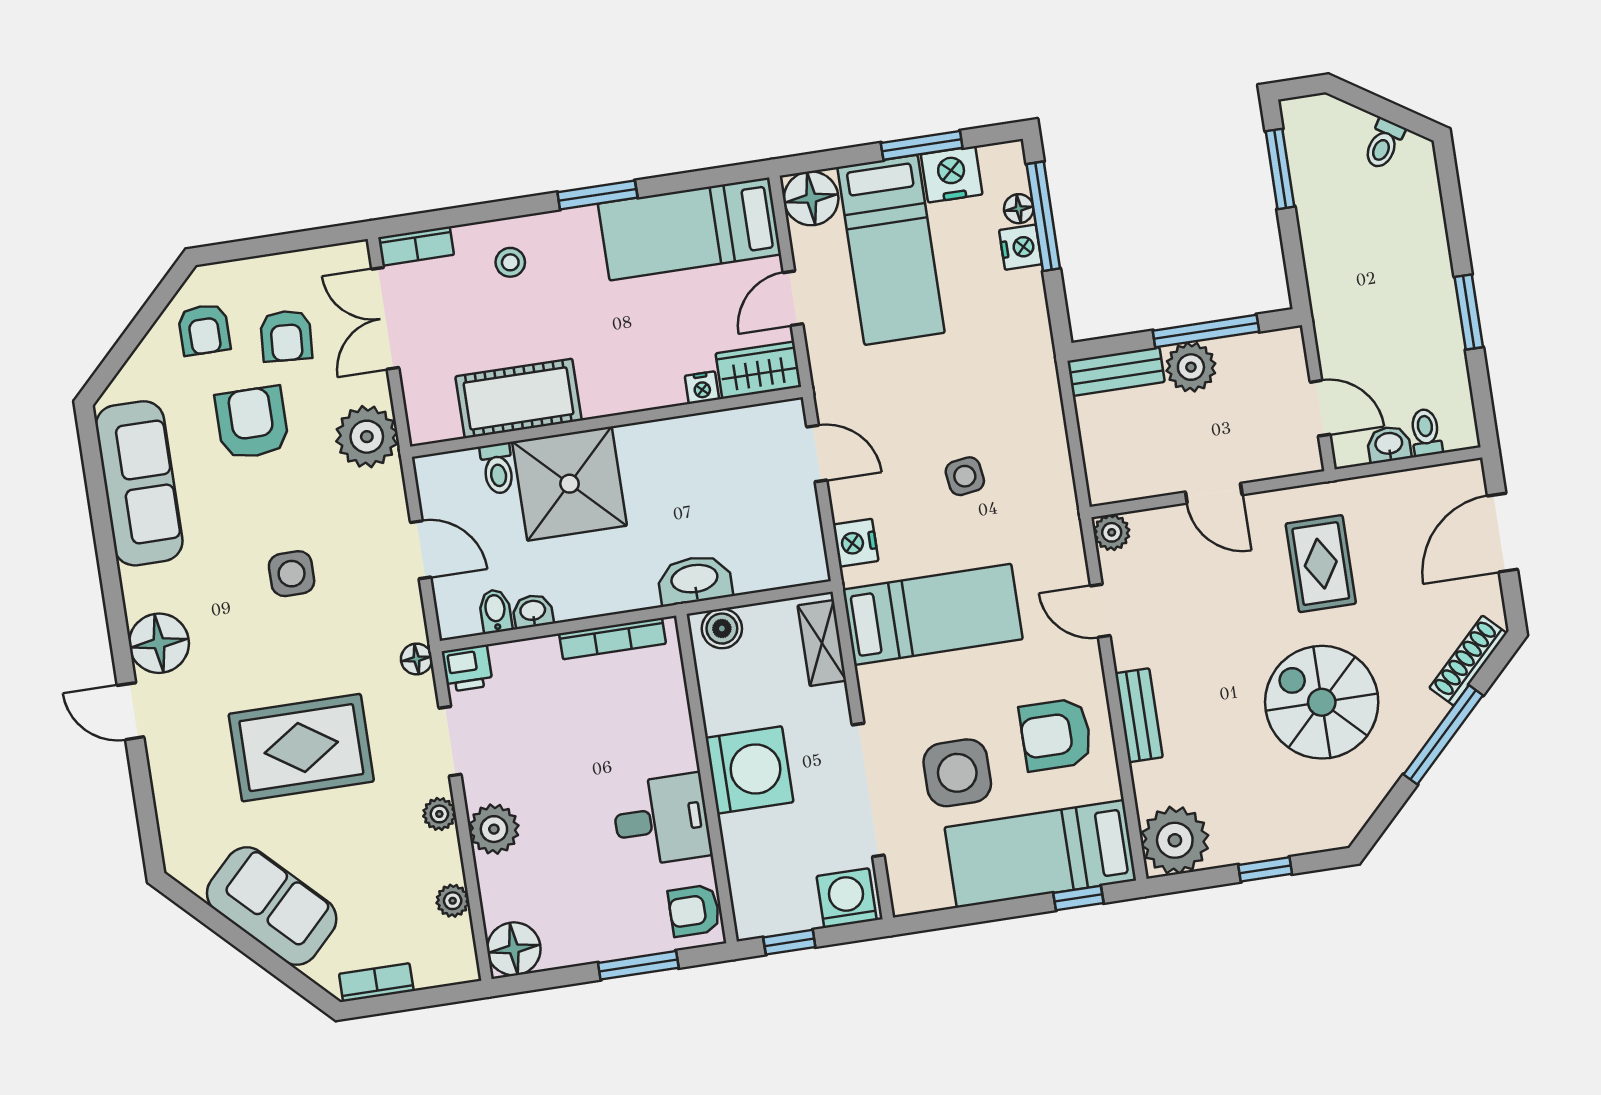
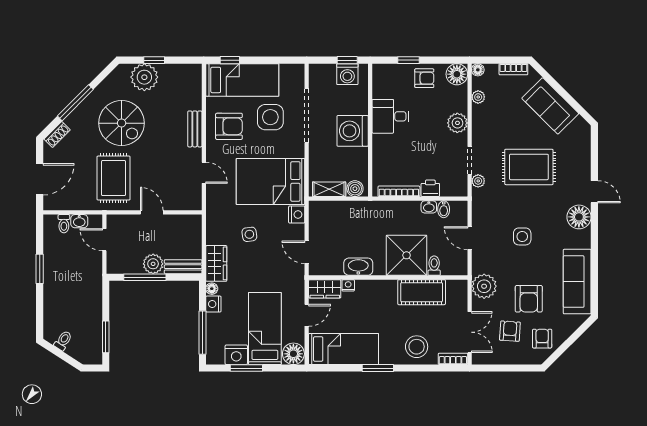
floor lamp: (1019, 209) -> (212, 289), moved
nightstand: (1021, 247) -> (213, 304), moved
stool: (510, 262) -> (417, 347), width x1.89, depth x1.89
wardrobe: (1035, 392) -> (216, 263), added
plant: (1112, 532) -> (195, 203), removed
rug: (1321, 564) -> (114, 178), width x1.36, depth x1.43
washbasin: (695, 580) -> (358, 267), moved, turned 180
bed: (933, 614) -> (270, 181), width x1.50
shelving: (822, 643) -> (329, 189), moved, turned 90
floor lamp: (417, 659) -> (478, 70), moved
shoe rack: (1468, 661) -> (57, 134), width x0.70
printer: (467, 668) -> (430, 188), moved
plant: (439, 814) -> (478, 181), moved
plant: (1175, 840) -> (144, 77), moved
washing machine: (847, 898) -> (347, 74), moved
armchair: (694, 910) -> (424, 78), moved
window: (638, 965) -> (408, 60), width x0.67

